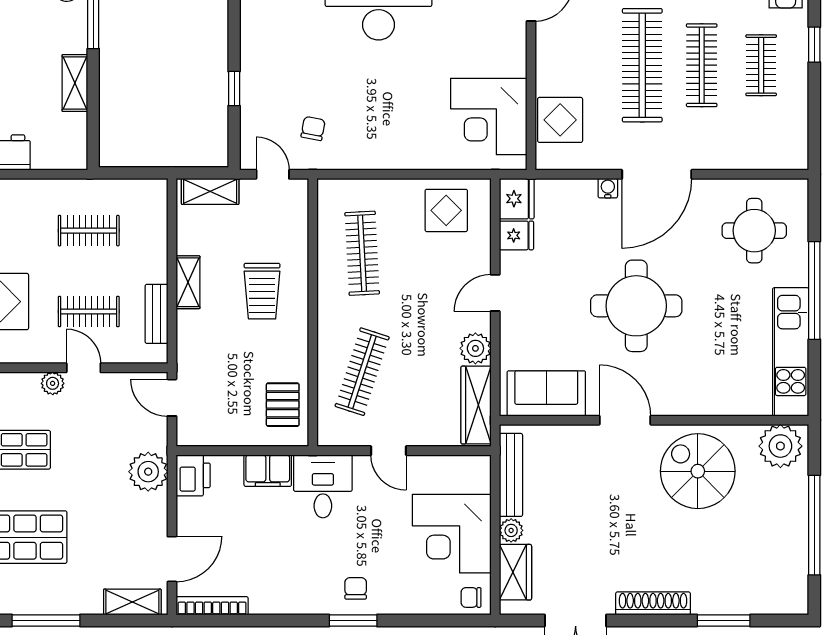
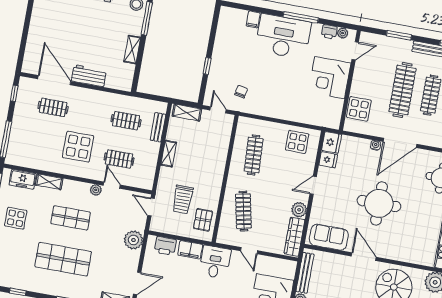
corner desk: (489, 116) -> (330, 78), moved
trolley: (262, 291) -> (183, 199), moved
bench: (156, 314) -> (158, 127), moved
clothes rail: (362, 372) -> (243, 211), turned -30
printer: (193, 475) -> (165, 246), moved, turned 90

